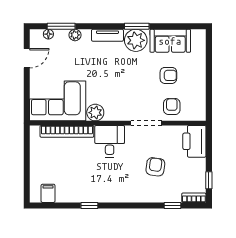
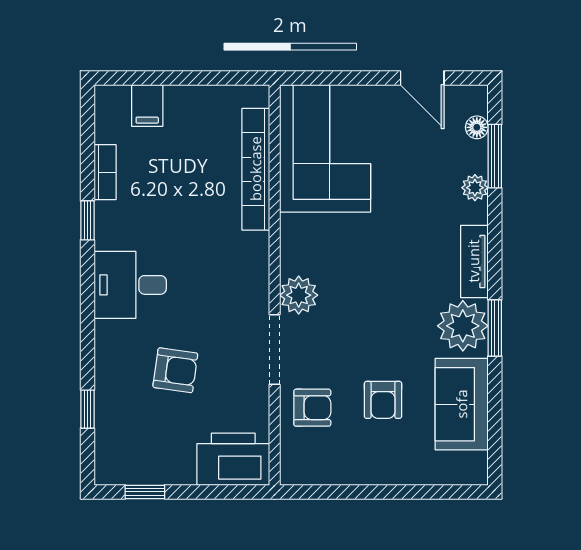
plant: (95, 113) -> (299, 295), moved
desk: (110, 141) -> (130, 285), moved, turned 180
filing cabinet: (48, 193) -> (147, 105), moved, turned 90
bookcase: (194, 198) -> (105, 172), moved

